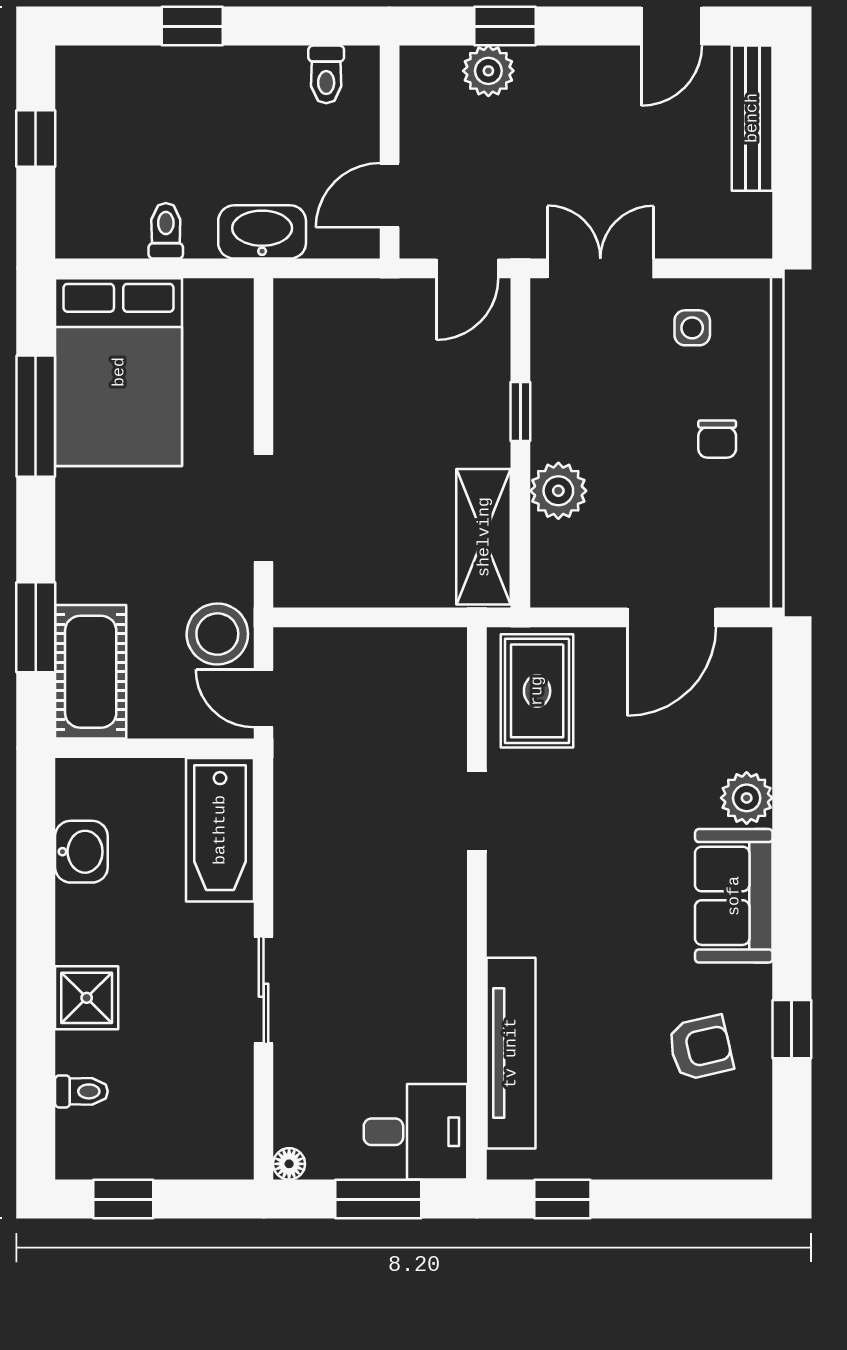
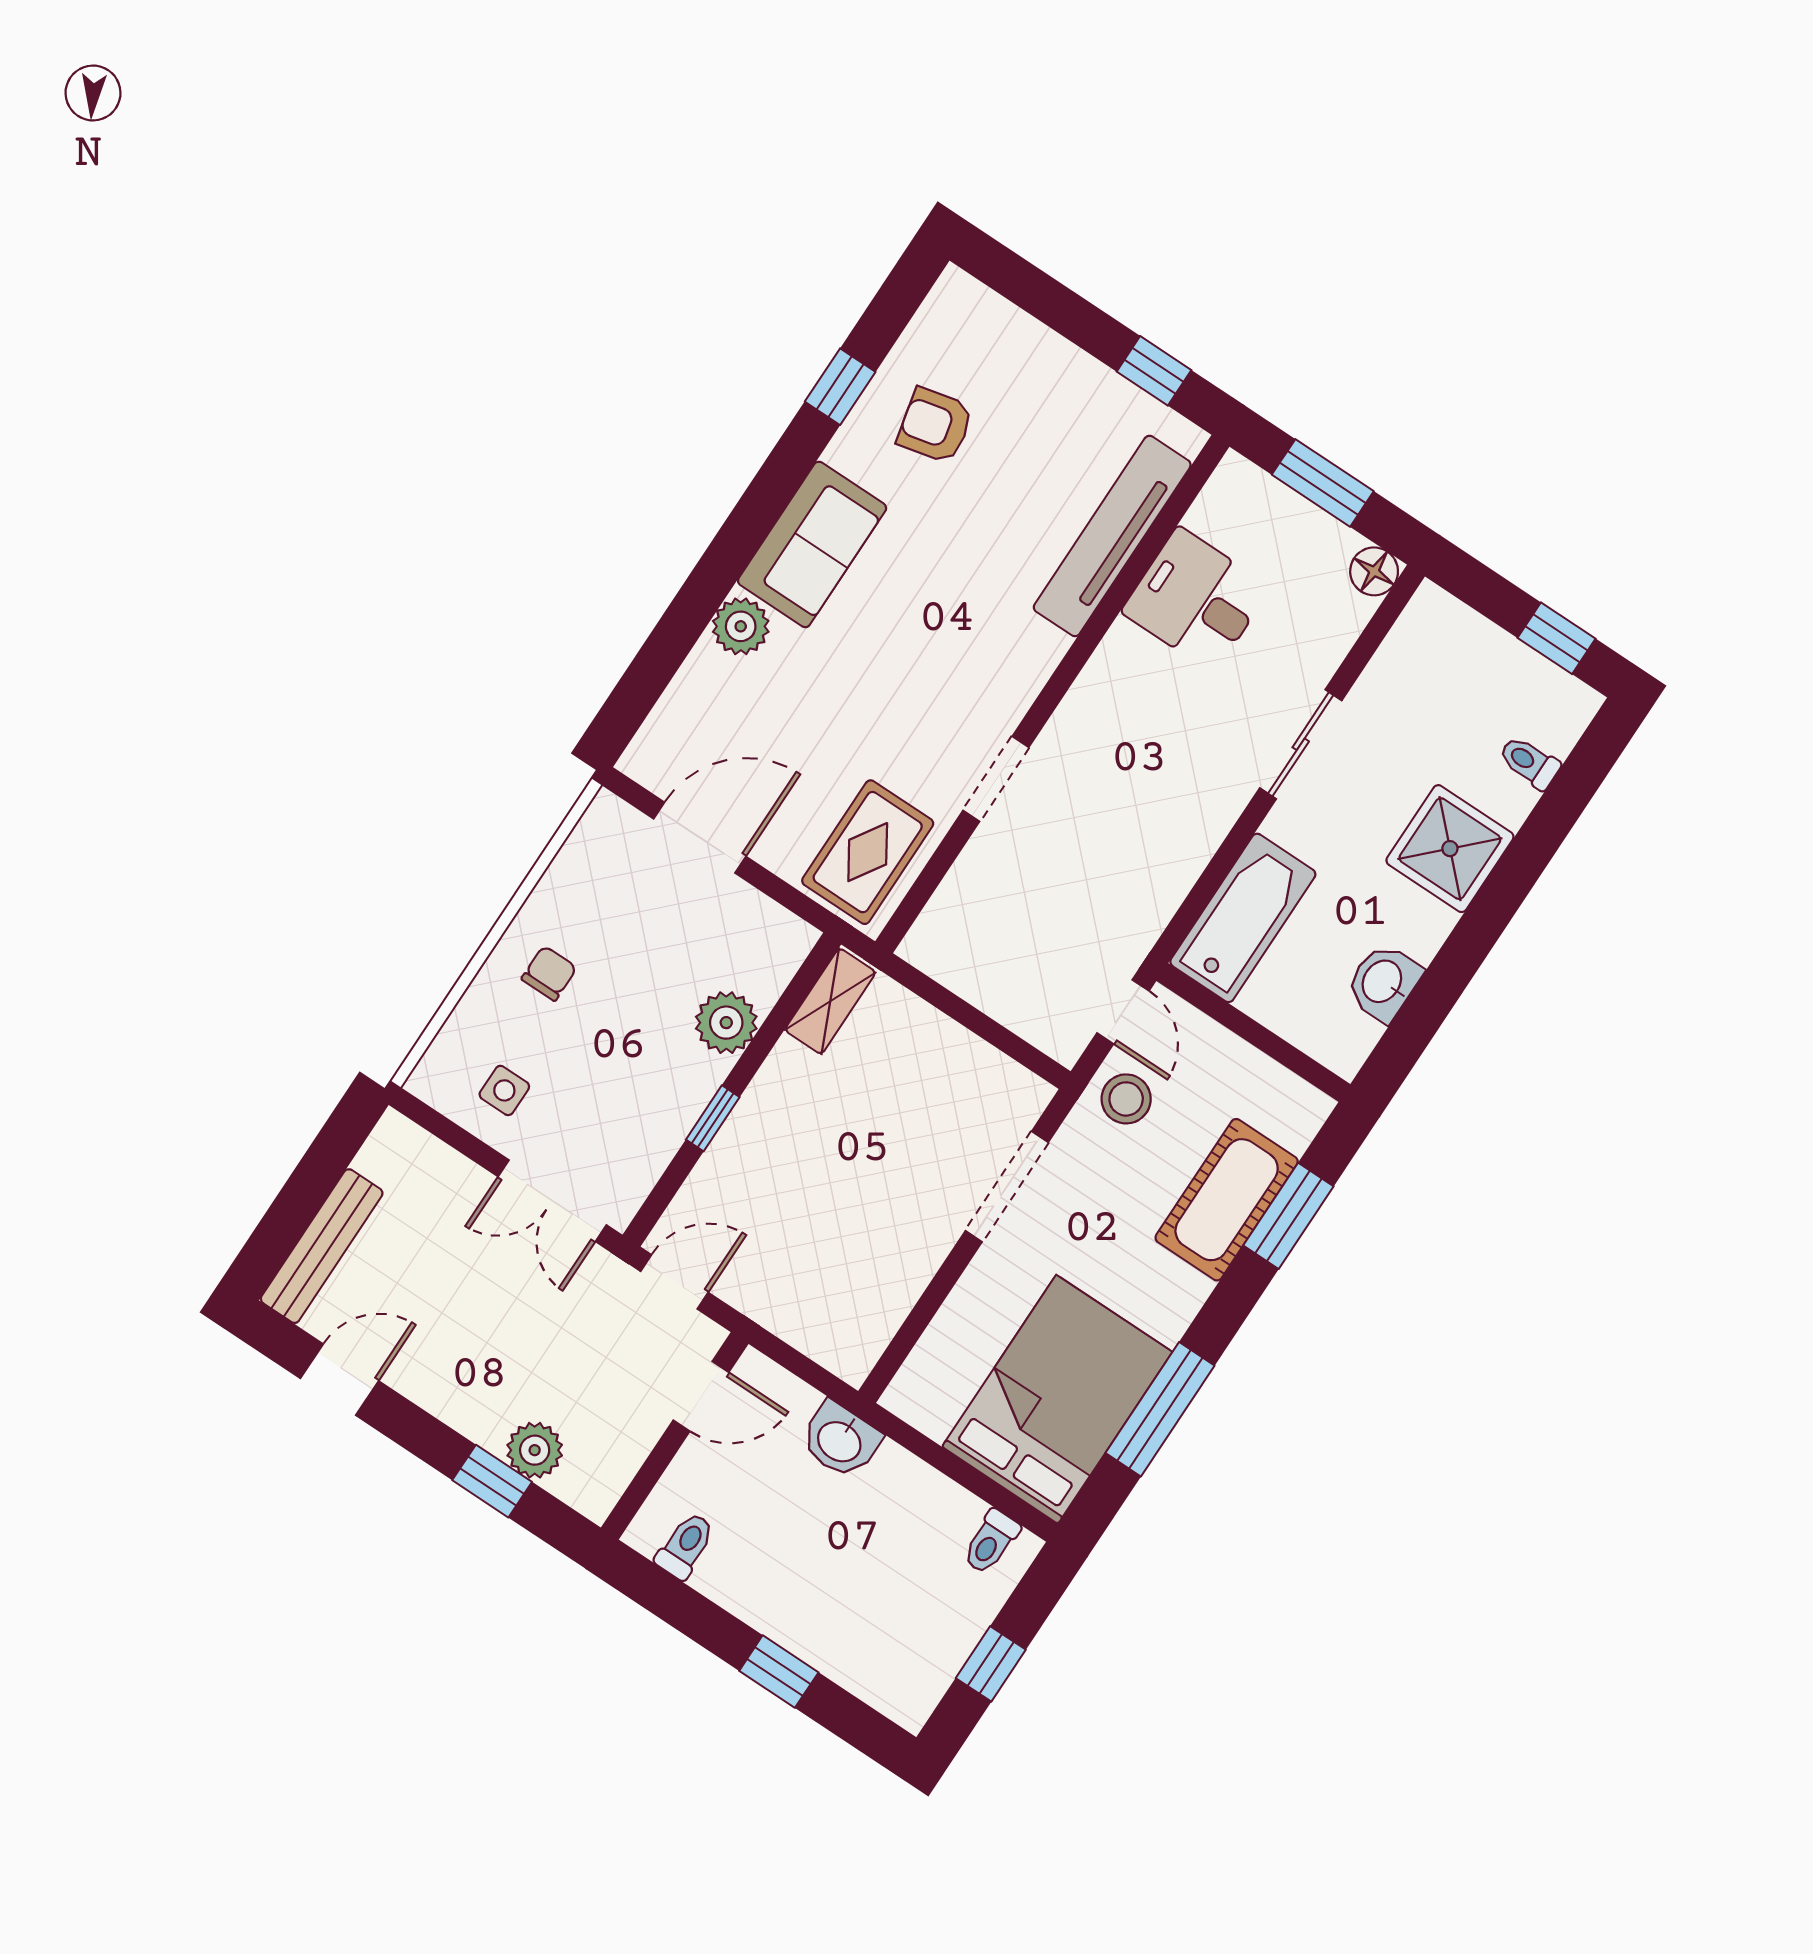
toilet: (166, 231) -> (991, 1542), moved
washbasin: (262, 232) -> (840, 1440), width x0.72
shelving: (484, 537) -> (830, 1001), width x0.67, depth x0.75
stool: (217, 634) -> (1126, 1099), width x0.73, depth x0.73
cot: (91, 672) -> (1227, 1200), moved
shower: (87, 998) -> (1450, 849), width x1.36, depth x1.36
desk: (415, 1132) -> (1196, 600), moved
floor lamp: (289, 1164) -> (1374, 571), width x1.37, depth x1.37

